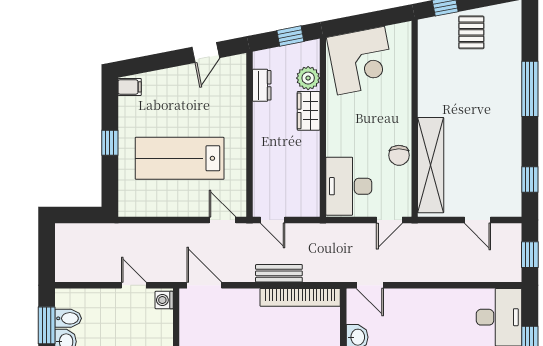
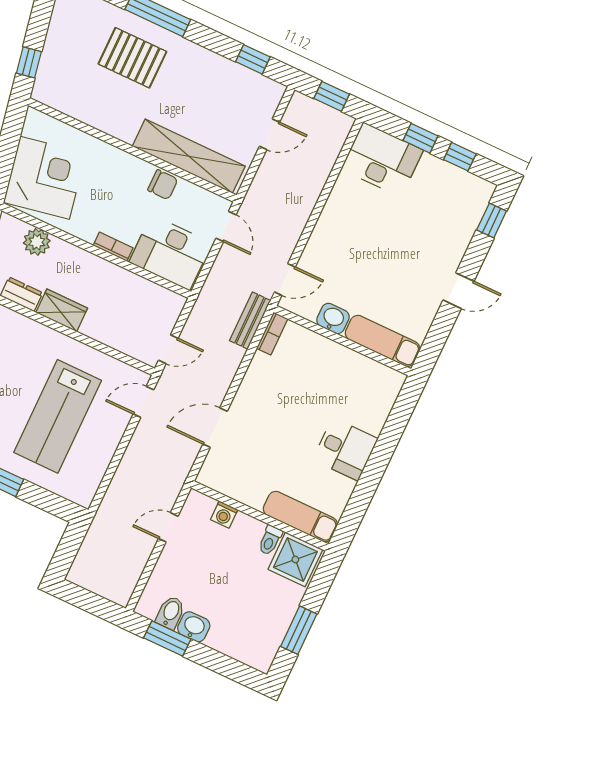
pallet: (471, 32) -> (132, 58), moved, width x1.50, depth x1.42
wardrobe: (309, 111) -> (62, 310), moved, turned 180
bookcase: (332, 139) -> (113, 247), added
bench: (279, 273) -> (250, 321), moved
door: (204, 285) -> (215, 428), moved
bookcase: (300, 297) -> (272, 334), width x0.43, depth x0.76
washing machine: (164, 300) -> (224, 515), moved

